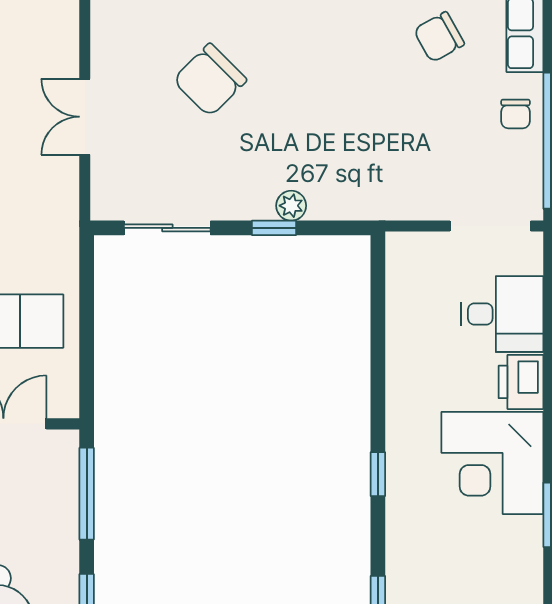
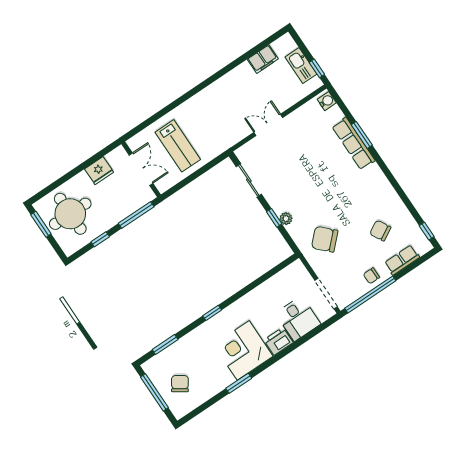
chair: (210, 80) -> (325, 239), moved

